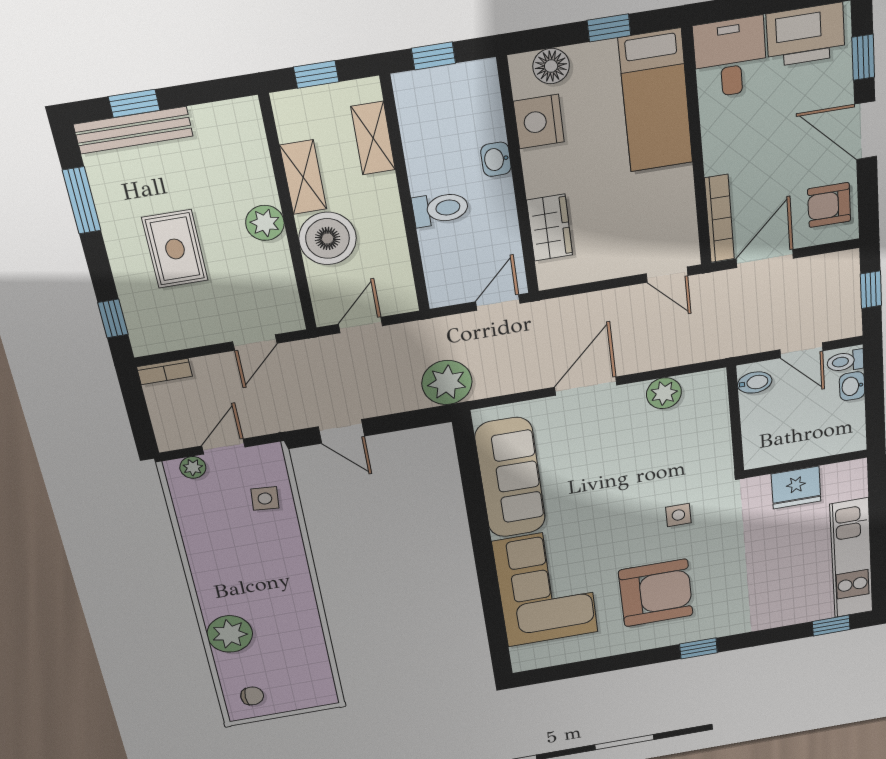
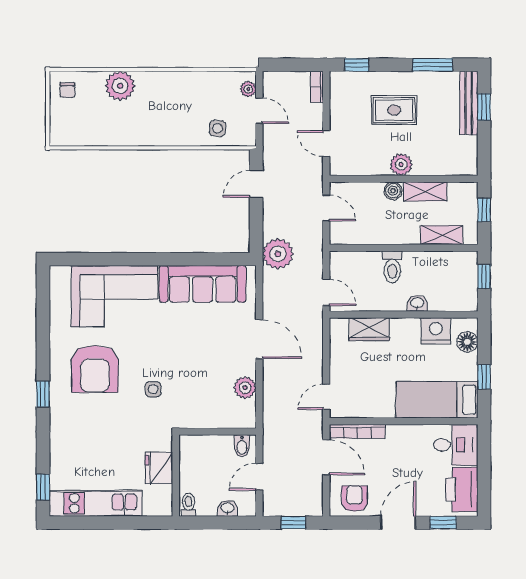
boiler: (328, 238) -> (393, 191), width x0.54, depth x0.54
toilet: (845, 361) -> (189, 505), moved

